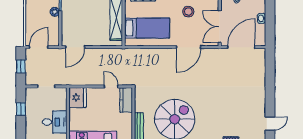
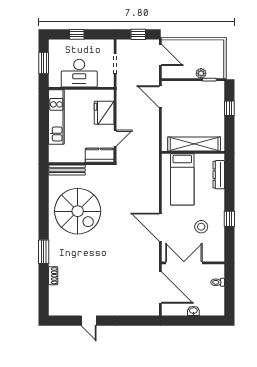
fridge: (77, 98) -> (104, 113), moved, turned 90
window: (21, 109) -> (77, 34), moved
desk: (55, 122) -> (79, 73), width x1.37
door: (270, 124) -> (89, 321), moved

